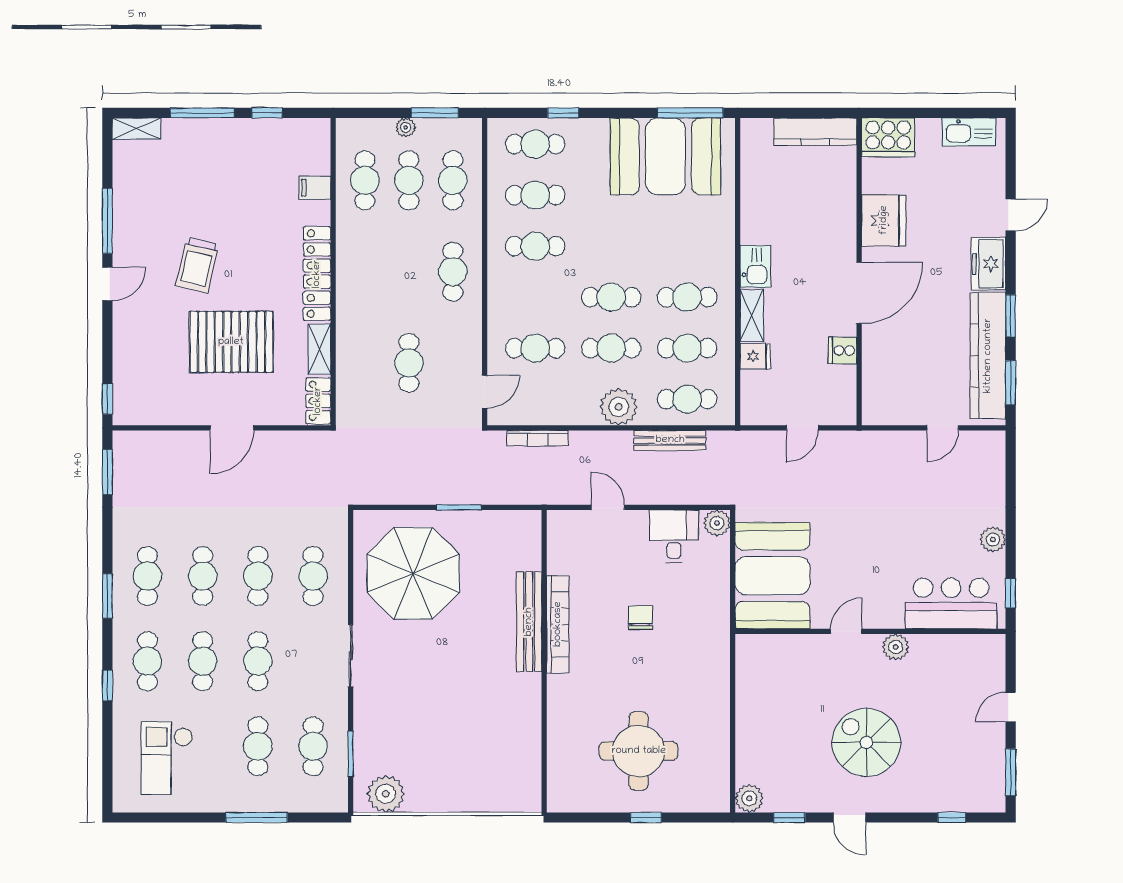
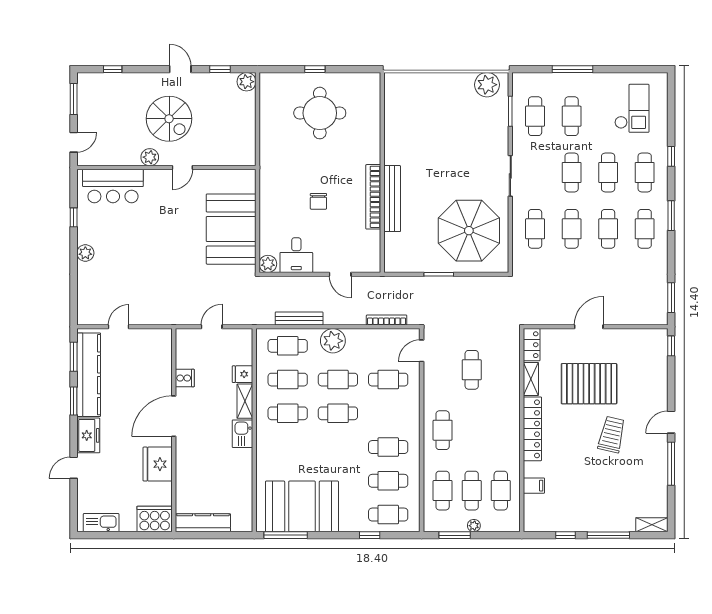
bar counter: (951, 603) -> (113, 186), moved
door: (846, 631) -> (182, 168), moved
wall: (870, 631) -> (166, 168), moved
plant: (896, 647) -> (150, 157), moved

